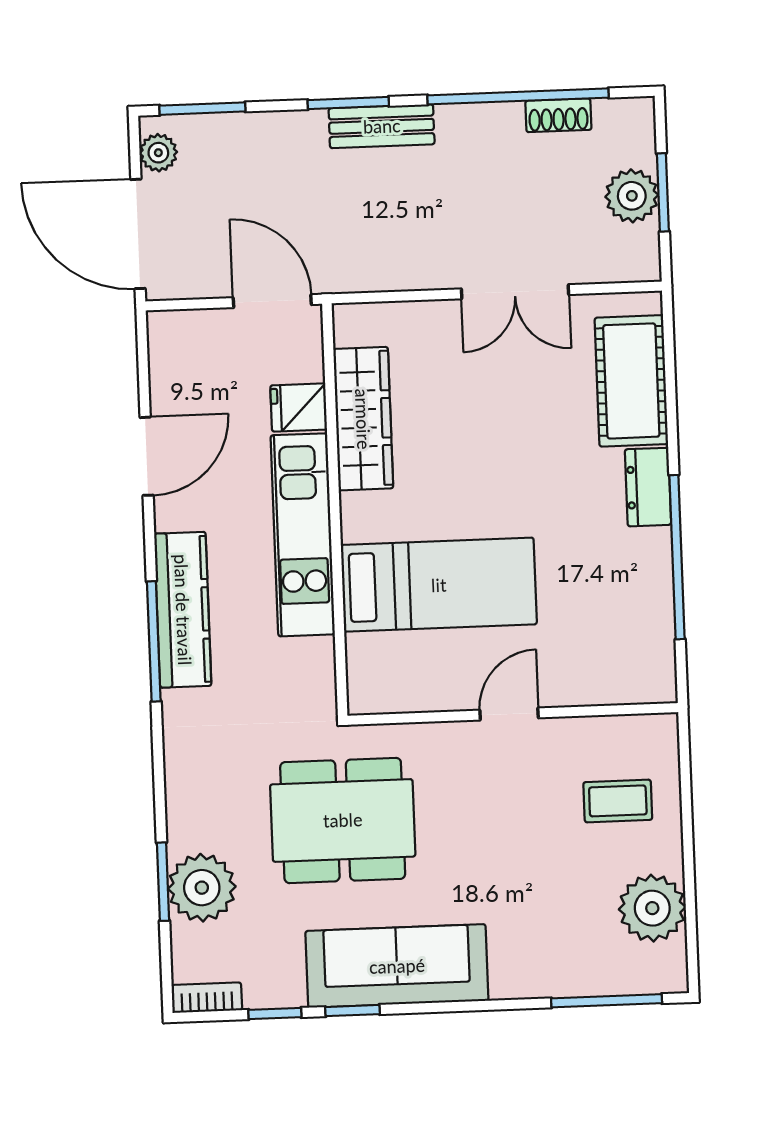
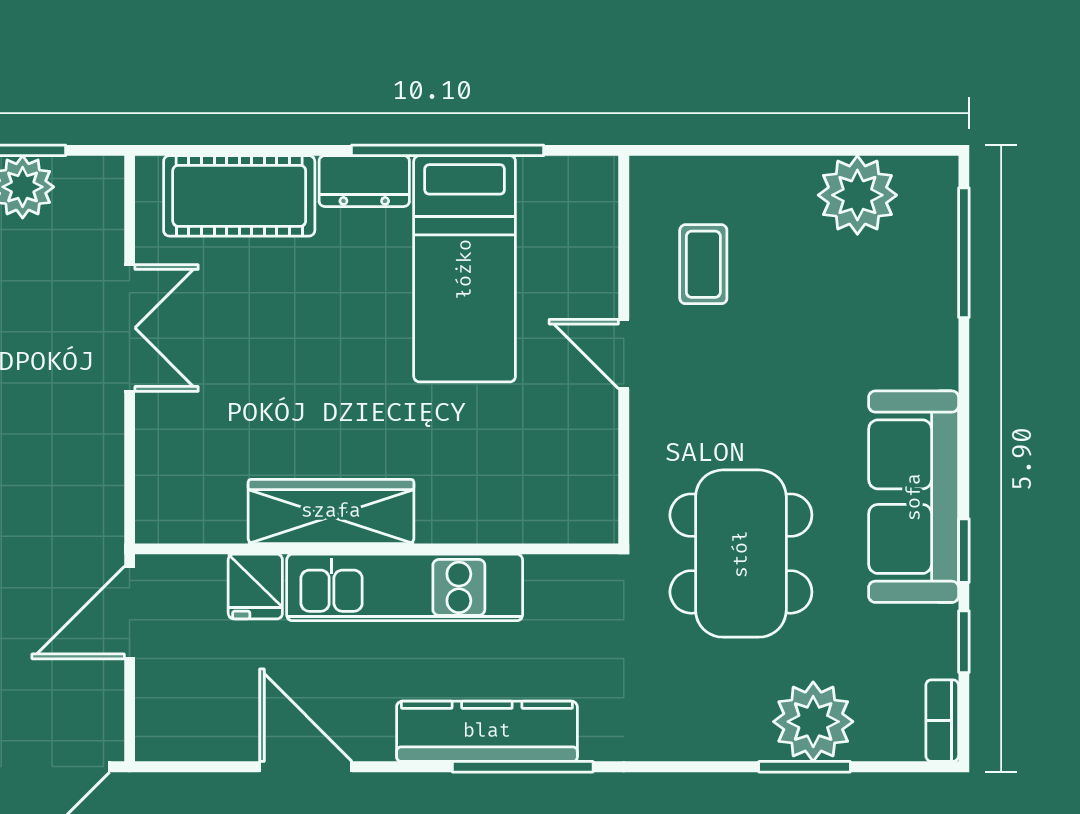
wardrobe: (363, 419) -> (331, 511), moved
bed: (439, 585) -> (465, 269), moved, turned 180
coffee table: (618, 801) -> (703, 264), moved

